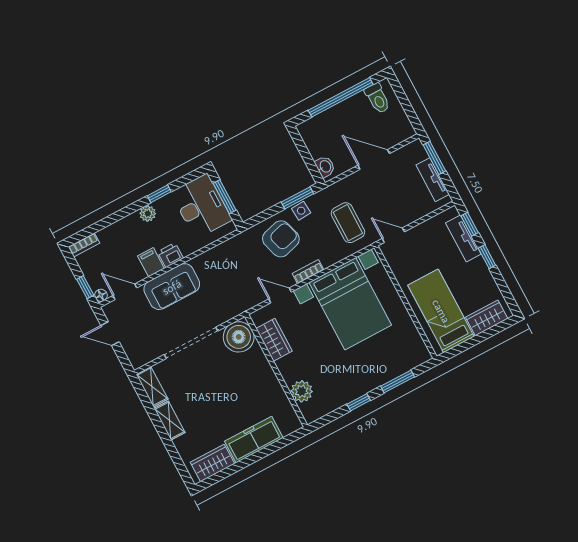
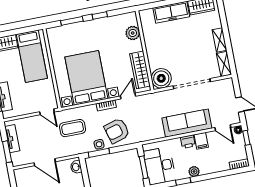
coffee table: (348, 223) -> (73, 128), turned 90
sofa: (172, 287) -> (187, 123), width x1.36
door: (280, 295) -> (128, 96), swing flipped
wardrobe: (274, 340) -> (140, 70), width x1.50

